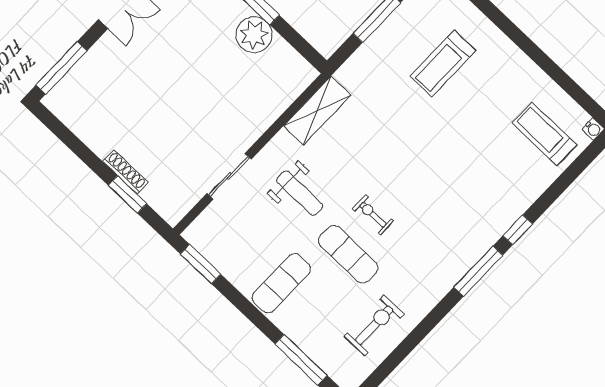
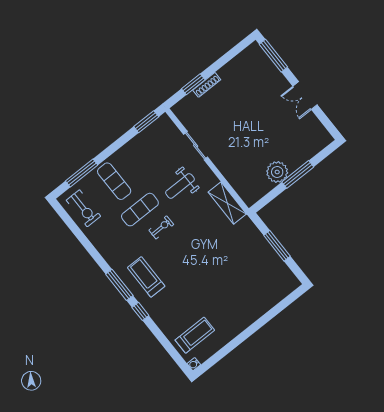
treadmill: (443, 63) -> (146, 277), moved
exercise mat: (281, 283) -> (114, 181), moved
exercise bike: (374, 325) -> (83, 208), moved

